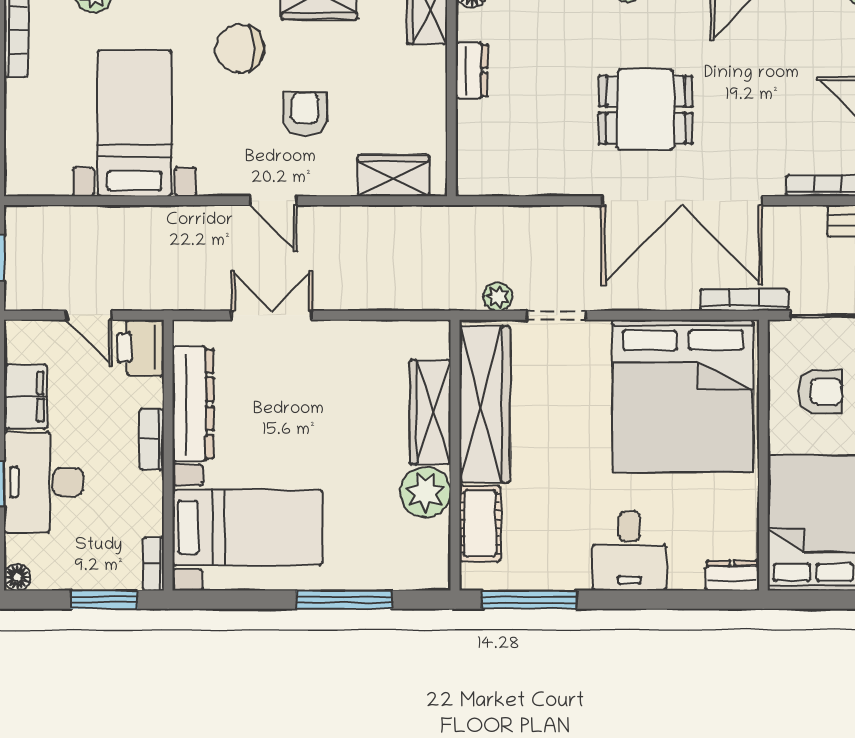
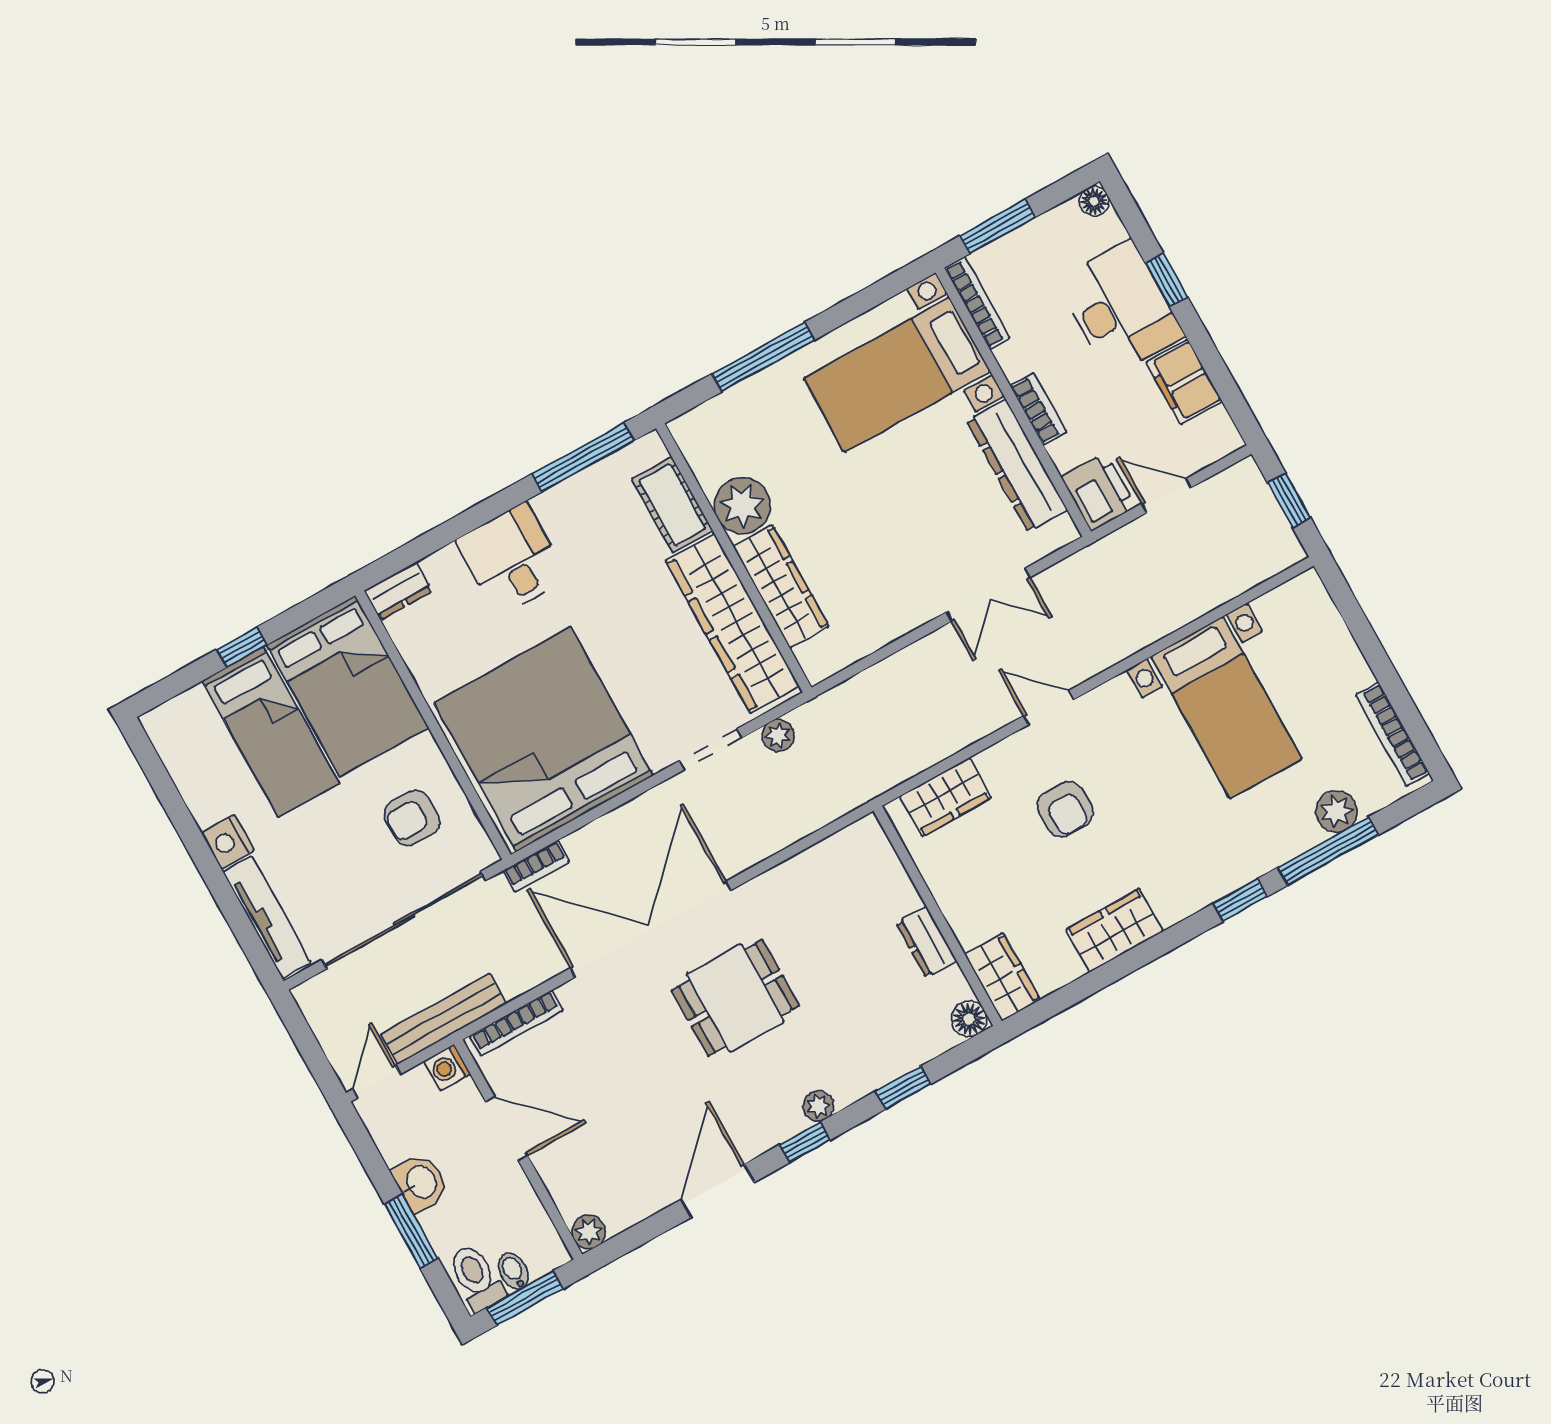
chair: (239, 49) -> (1164, 837), removed
bookcase: (744, 300) -> (536, 866), width x0.64
bookcase: (153, 564) -> (977, 303), width x1.56

